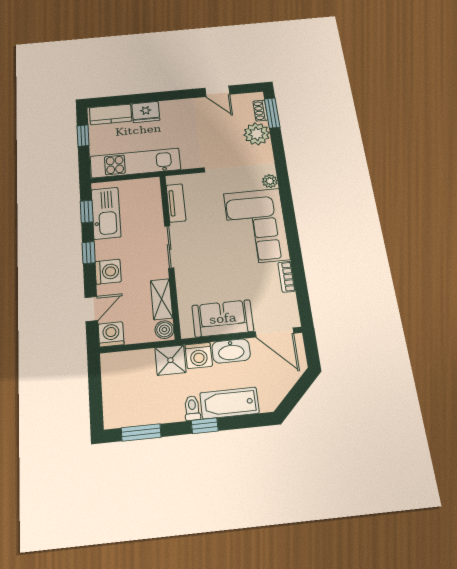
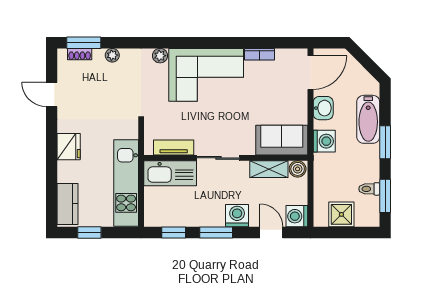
door: (217, 91) -> (52, 94), swing flipped
fridge: (146, 112) -> (69, 147), moved
plant: (257, 134) -> (112, 55), width x0.53, depth x0.53
kitchen sink: (106, 213) -> (170, 173), moved, turned 180
window: (89, 253) -> (216, 232), width x1.50
sofa: (223, 318) -> (282, 140), moved, turned 90
washbasin: (231, 351) -> (323, 108), width x0.72
shower: (170, 360) -> (341, 214), moved
toilet: (192, 408) -> (369, 189), moved
window: (205, 426) -> (385, 142), width x1.50

